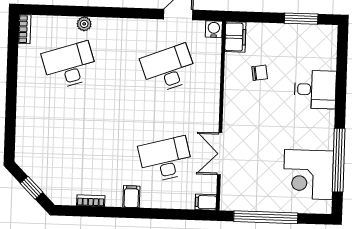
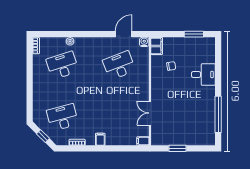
desk: (166, 159) -> (62, 117), moved
corner desk: (308, 175) -> (201, 123), removed
window: (266, 217) -> (177, 148), width x0.47

